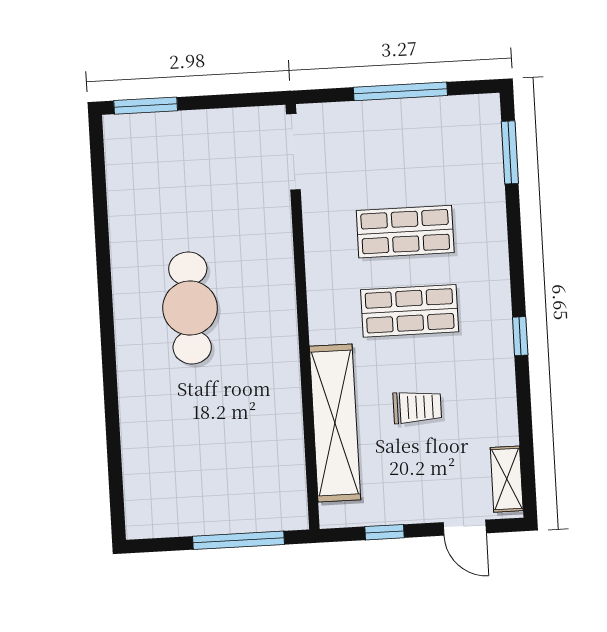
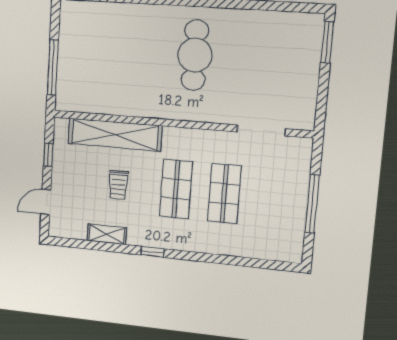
doorway: (293, 152) -> (261, 130), moved
window: (510, 152) -> (264, 264), removed
cafe table: (190, 308) -> (195, 55), turned 90
shelving: (507, 479) -> (107, 234), moved

